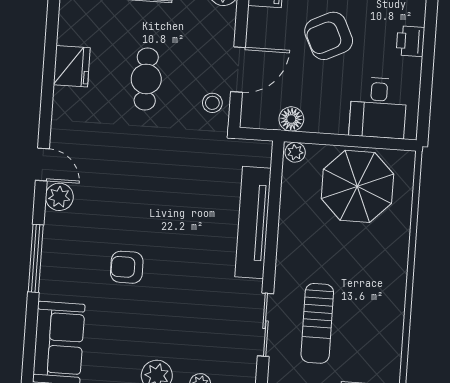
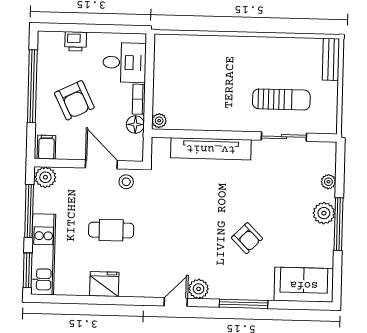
bookcase: (326, 125) -> (139, 99), added
parasol: (357, 186) -> (182, 75), removed
armchair: (127, 267) -> (247, 238), turned -45

